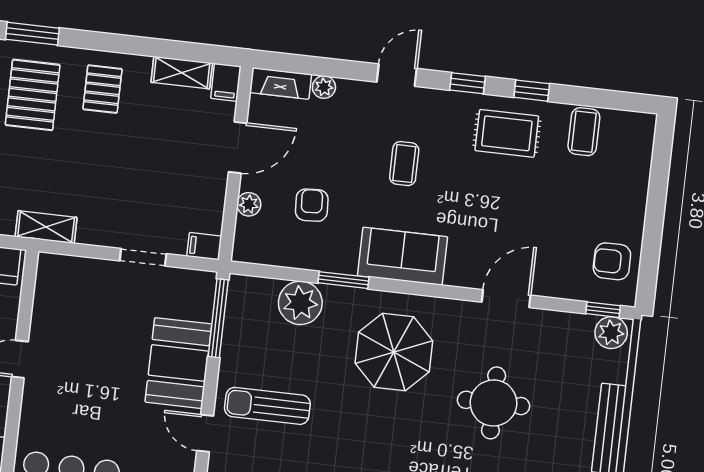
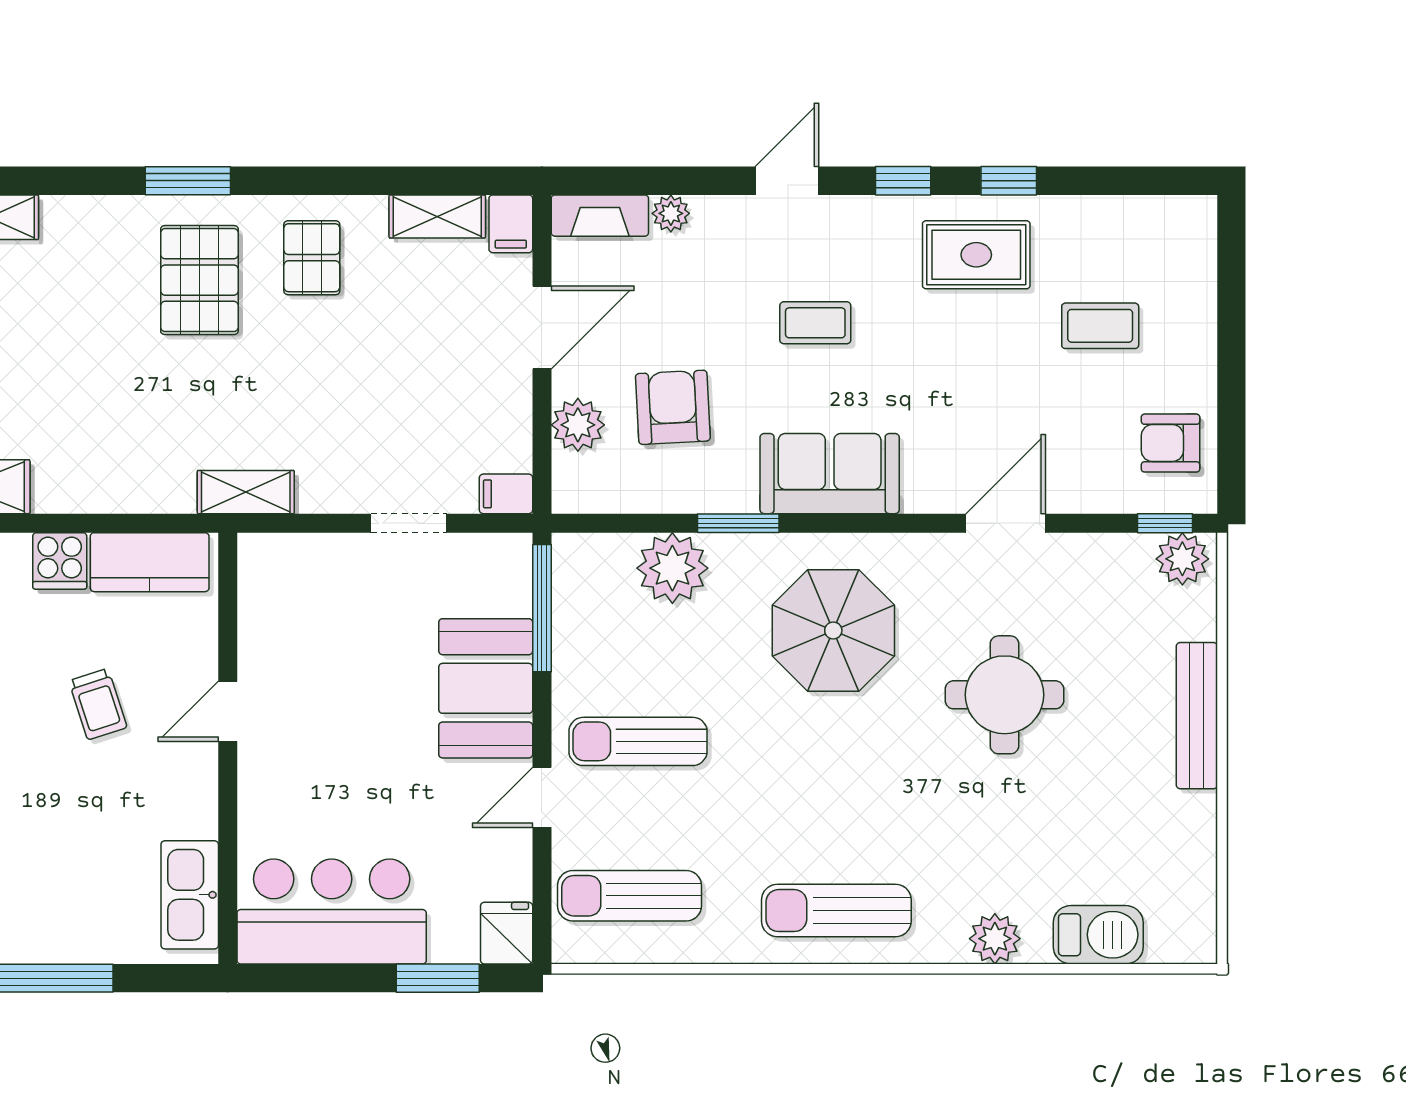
coffee table: (584, 132) -> (1100, 326), moved, turned 90
coffee table: (404, 164) -> (815, 323), turned 90
plant: (249, 204) -> (578, 425), width x1.38, depth x1.38
armchair: (312, 205) -> (673, 407), width x1.38, depth x1.38
door: (205, 433) -> (542, 797), hinge flipped

